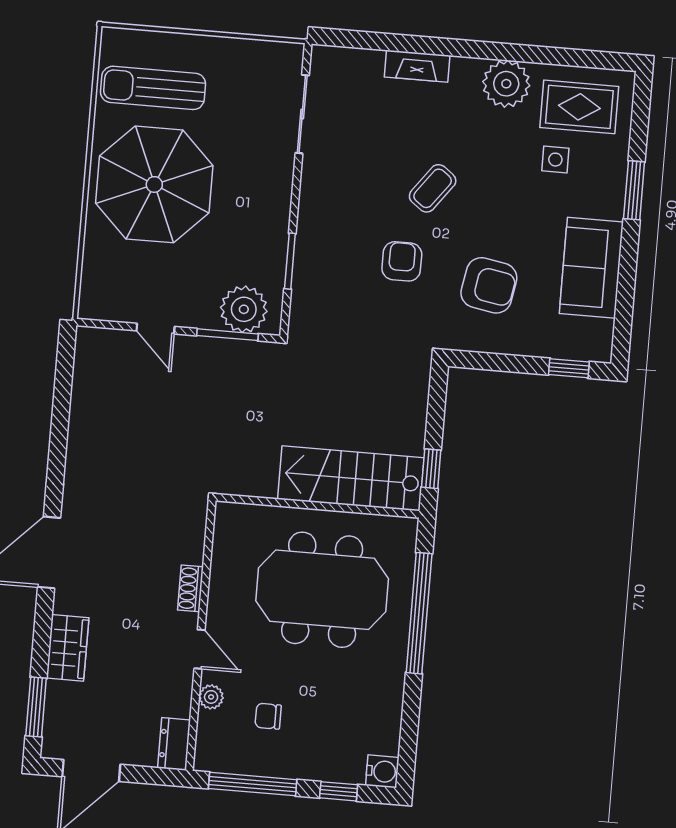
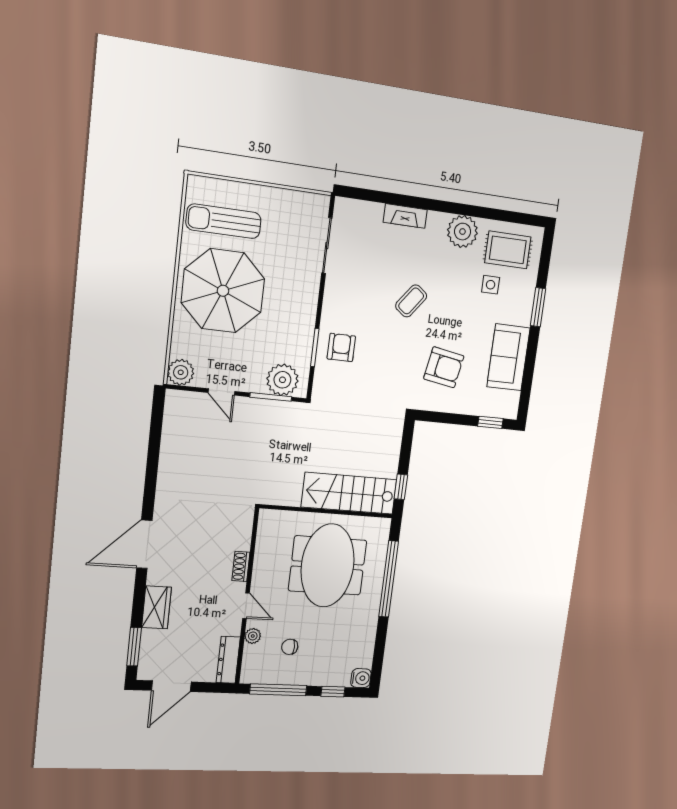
armchair: (402, 261) -> (341, 347), moved
plant: (97, 302) -> (181, 372), added
meeting table: (322, 590) -> (328, 565), turned 90
dresser: (174, 744) -> (228, 660), width x1.44

